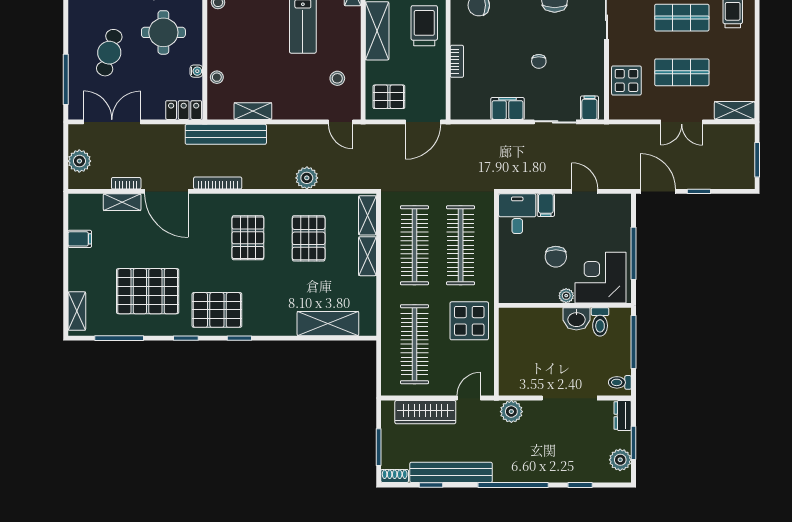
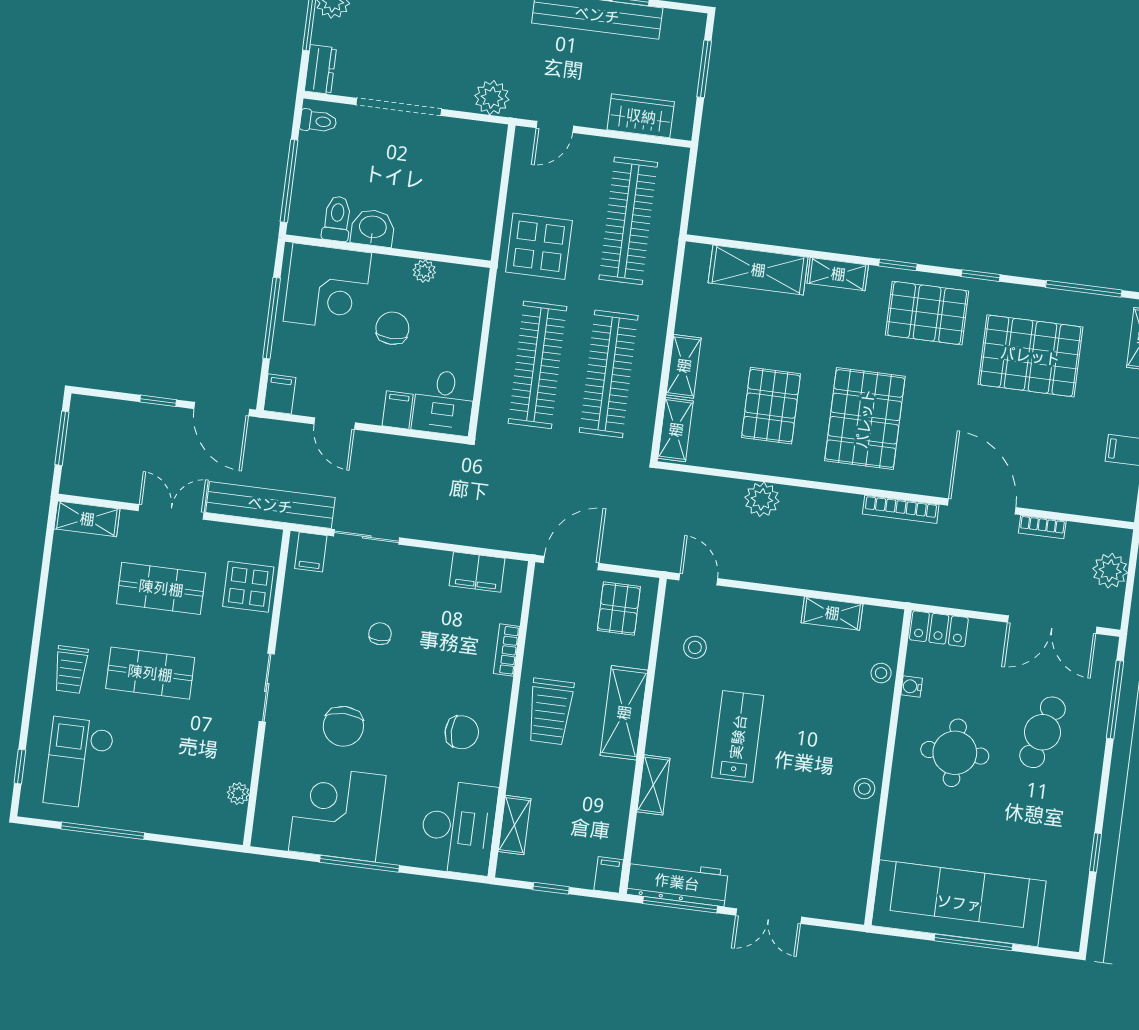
pallet: (389, 97) -> (619, 609), turned 90
filing cabinet: (508, 108) -> (477, 572), moved
bench: (226, 134) -> (270, 505), moved
shelving: (122, 202) -> (838, 274), moved
filing cabinet: (622, 206) -> (280, 394), added
pallet: (248, 238) -> (865, 419), width x1.37, depth x1.41
plant: (566, 296) -> (424, 271), moved
wardrobe: (425, 412) -> (641, 116), width x0.67
shoe rack: (395, 476) -> (685, 21), removed

